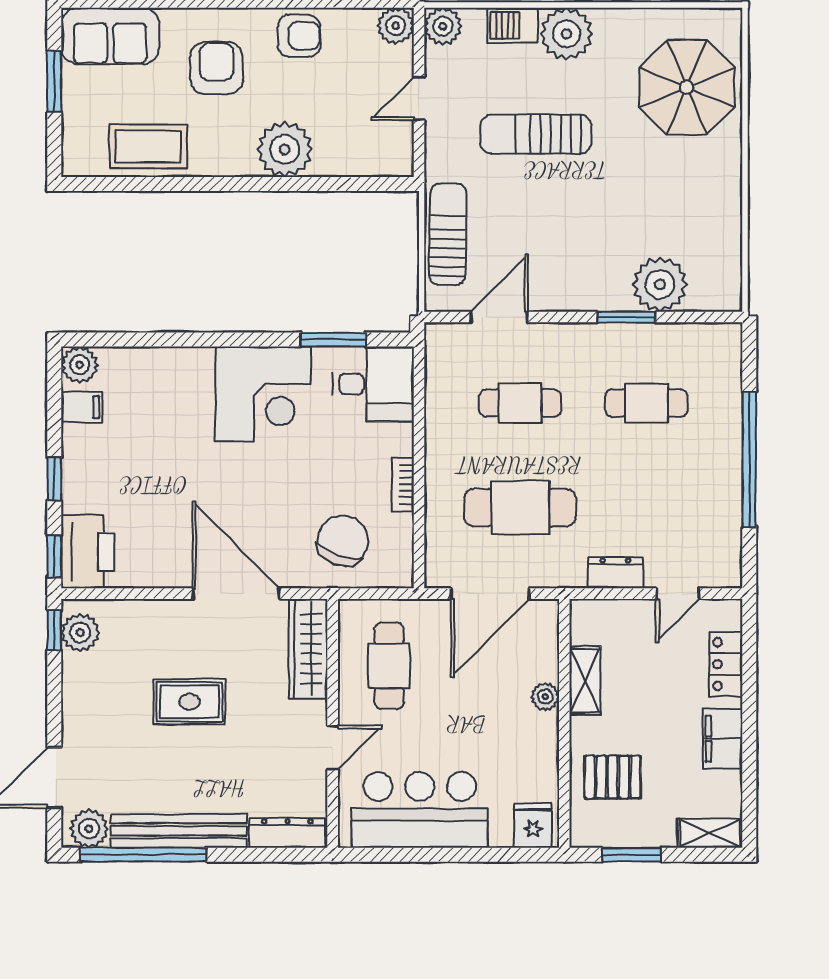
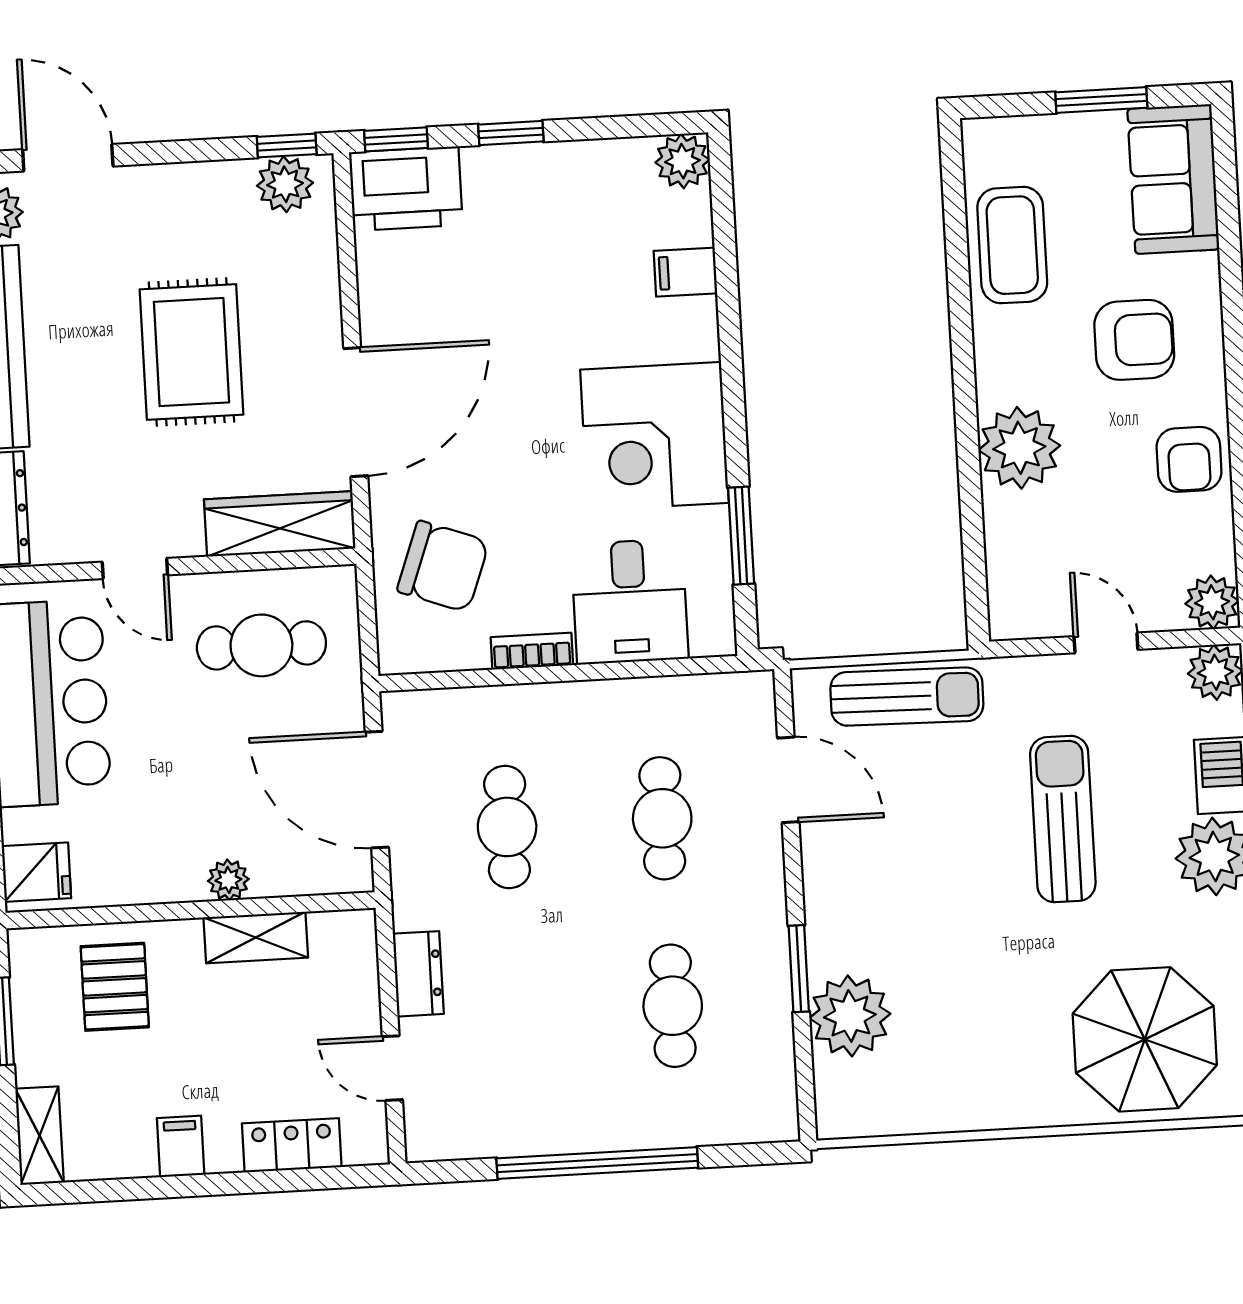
desk: (373, 384) -> (630, 602), moved
filing cabinet: (82, 407) -> (685, 272), moved, turned 90
cafe table: (520, 508) -> (507, 827), width x0.73, depth x0.74
rug: (189, 702) -> (191, 352), width x1.36, depth x1.43
filing cabinet: (722, 739) -> (181, 1146), width x0.50

